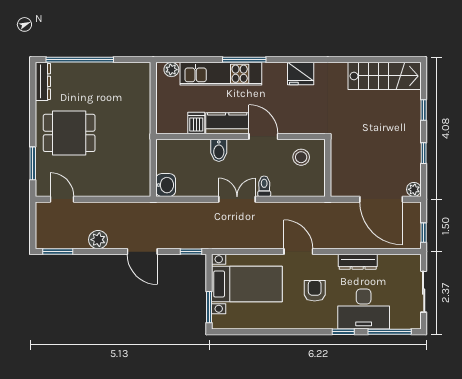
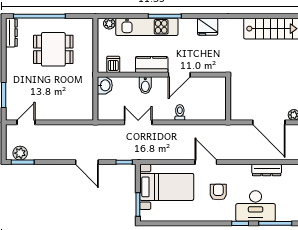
dishwasher: (196, 123) -> (113, 64), moved
dining table: (69, 133) -> (53, 49), moved
door: (263, 136) -> (179, 75), swing flipped
stool: (301, 157) -> (208, 90), removed
washbasin: (166, 185) -> (105, 85), moved
door: (62, 199) -> (26, 122), hinge flipped
double door: (237, 199) -> (138, 122), moved
plant: (98, 240) -> (20, 153), moved
dresser: (358, 262) -> (267, 170), moved

